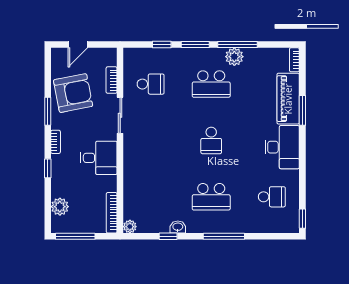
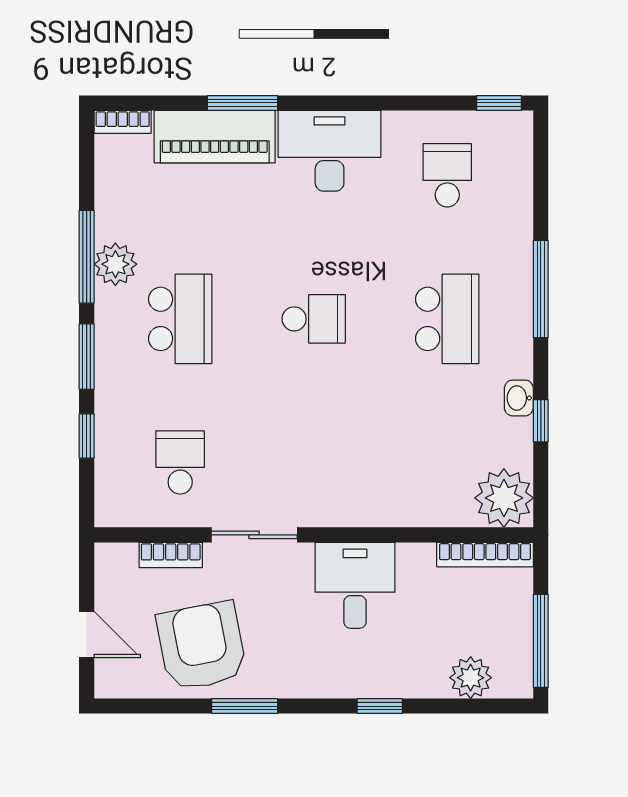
bookcase: (56, 142) -> (317, 688), removed
plant: (130, 227) -> (504, 498), width x1.87, depth x1.87

